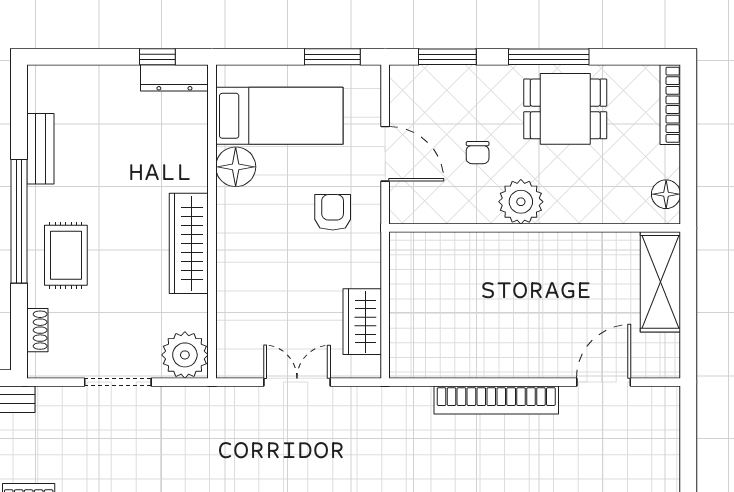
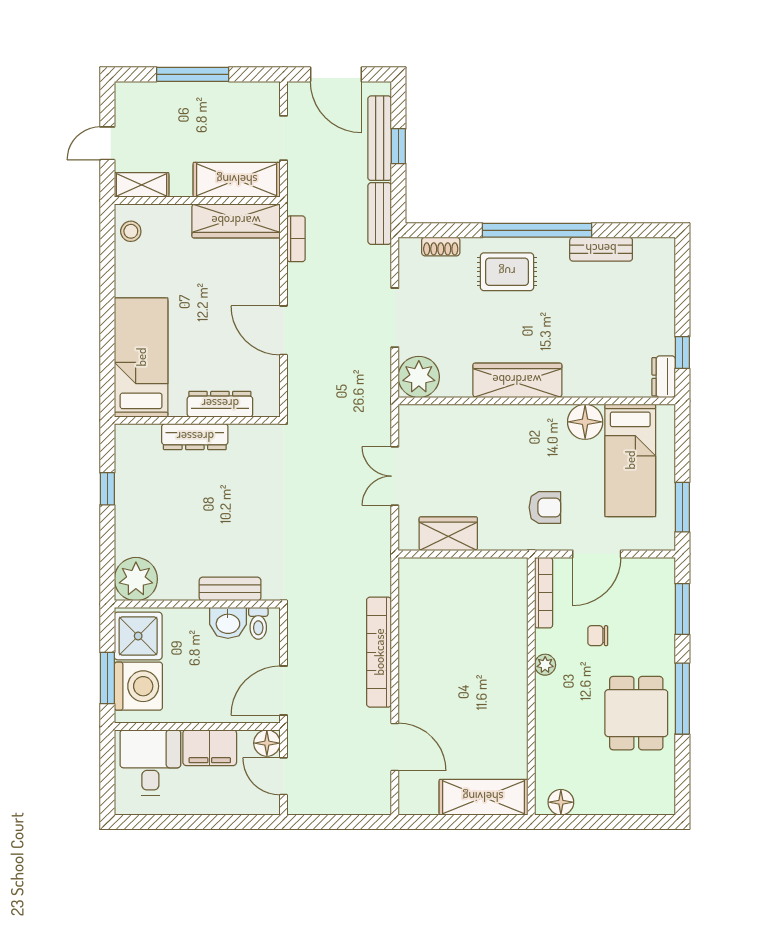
dresser: (174, 78) -> (664, 377), width x0.70
bookcase: (670, 105) -> (544, 593), moved, turned 90
plant: (521, 202) -> (545, 665), width x0.53, depth x0.53
double door: (297, 382) -> (395, 476), swing flipped

